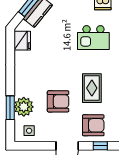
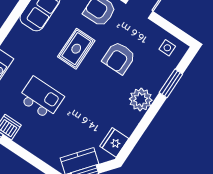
armchair: (58, 101) -> (119, 58), turned -90
plant: (24, 107) -> (141, 100), moved

